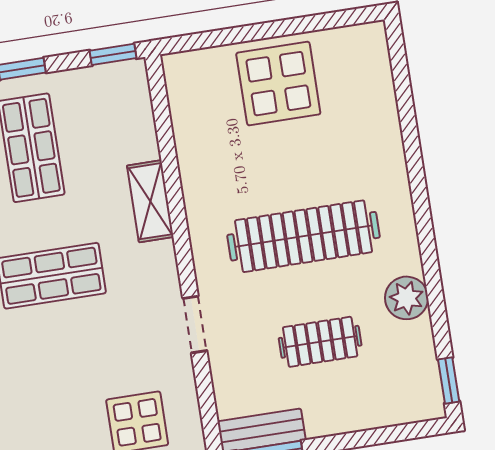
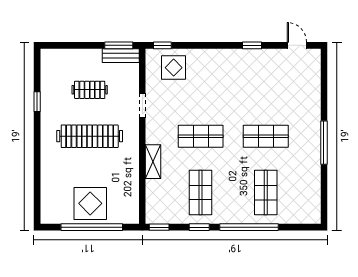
window: (266, 30) -> (92, 227), added
plant: (407, 298) -> (50, 103), removed
window: (449, 380) -> (37, 102), moved

